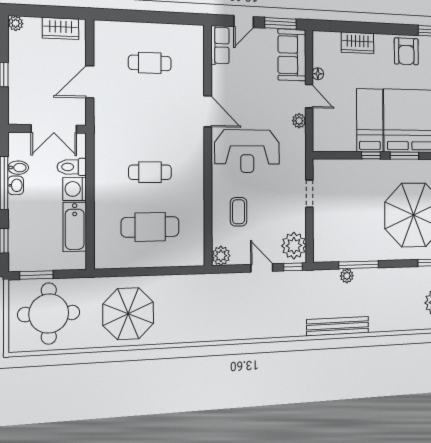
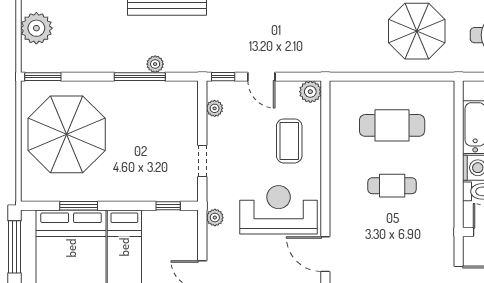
plant: (299, 121) -> (215, 218), moved
window: (371, 155) -> (168, 206), moved
coffee table: (239, 212) -> (289, 141), width x1.36, depth x1.30
plant: (294, 246) -> (215, 108), width x0.53, depth x0.53

